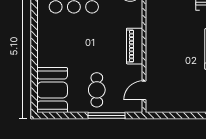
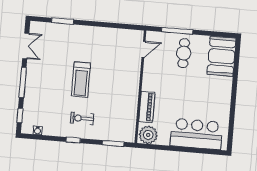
piano: (135, 46) -> (147, 107), moved

